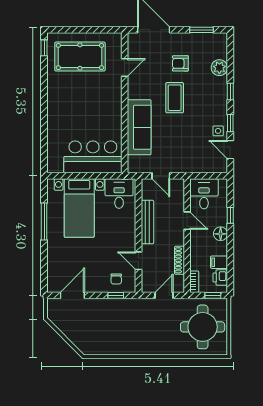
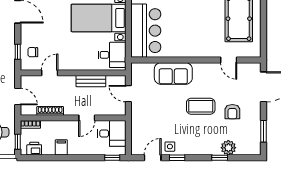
armchair: (180, 63) -> (232, 112), turned 180
window: (230, 91) -> (220, 158), moved
sofa: (139, 127) -> (173, 73), width x0.73
door: (161, 176) -> (128, 94), hinge flipped
window: (230, 215) -> (112, 158), moved
bench: (147, 222) -> (91, 81), width x0.73
floor lamp: (221, 234) -> (75, 149), removed
filing cabinet: (219, 262) -> (61, 147), moved

